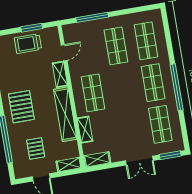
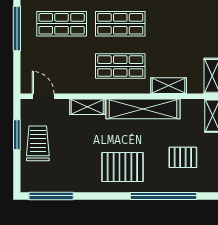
window: (92, 17) -> (17, 28), moved
trolley: (28, 44) -> (38, 143), turned 180
door: (64, 53) -> (43, 96), moved
shop shelf: (123, 88) -> (120, 24), added

